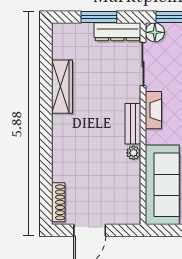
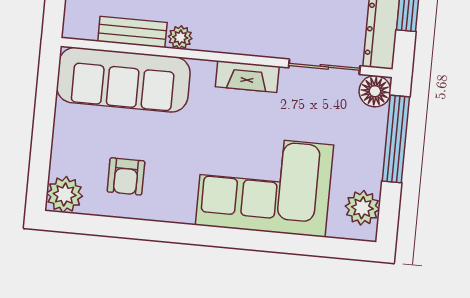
bench: (133, 124) -> (132, 32), moved

